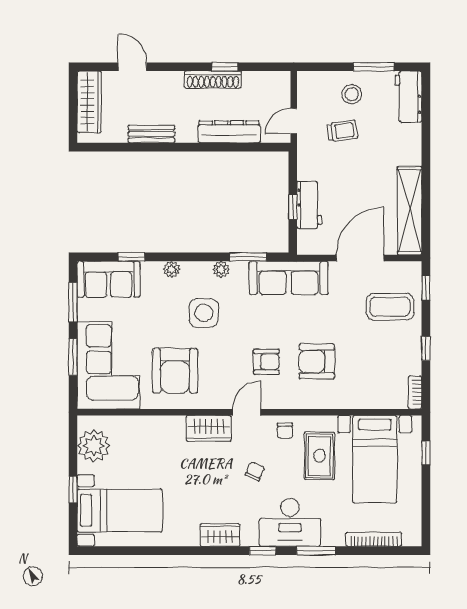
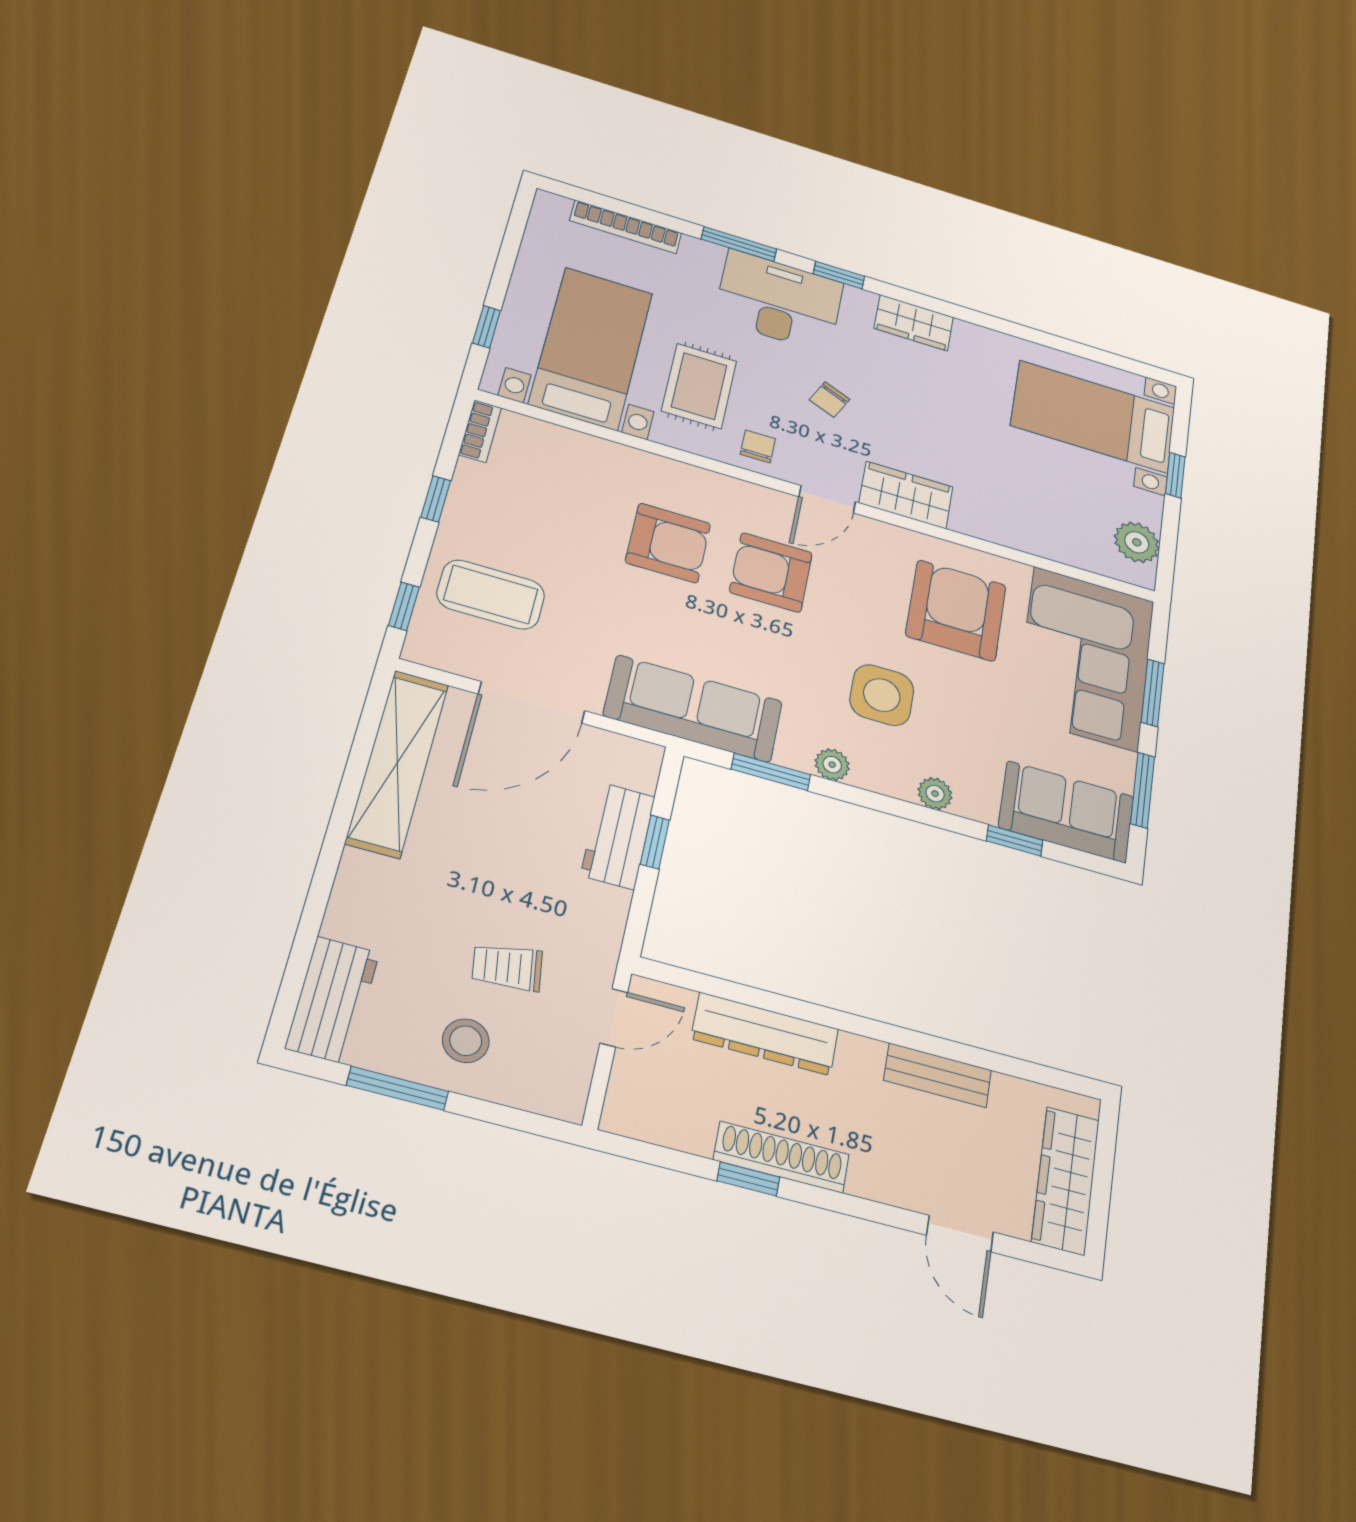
armchair: (266, 362) -> (771, 572), width x1.38, depth x1.38
plant: (94, 446) -> (1137, 542), width x0.73, depth x0.73

